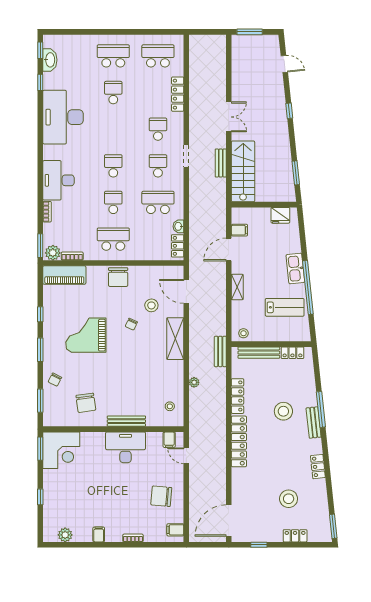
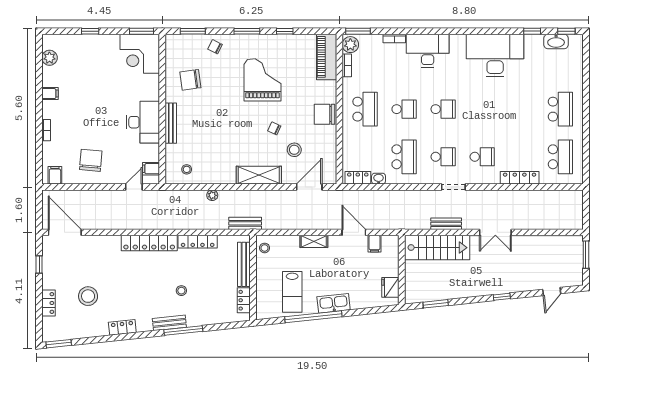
school desk: (113, 93) -> (521, 109), removed
stool: (283, 411) -> (181, 291), width x0.53, depth x0.53

